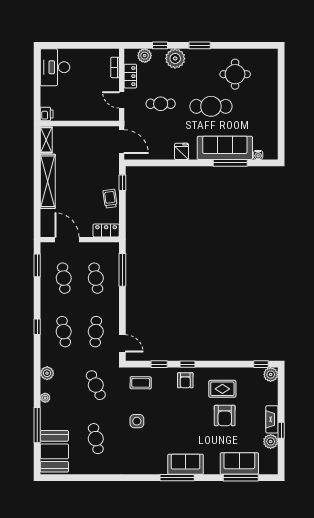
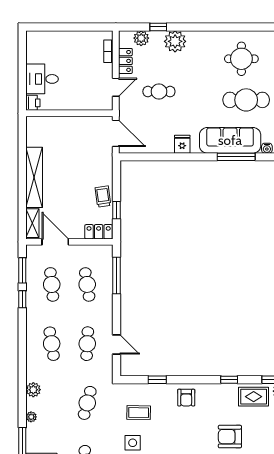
window: (200, 45) -> (202, 27), removed
desk: (55, 67) -> (42, 79), moved, width x0.73
door: (122, 100) -> (116, 87), swing flipped
cafe table: (211, 106) -> (246, 100), moved
shelving: (46, 140) -> (32, 223), moved
window: (122, 183) -> (117, 210), moved
window: (37, 327) -> (22, 299), moved
door: (122, 343) -> (117, 345), moved
window: (187, 364) -> (229, 380), moved
coffee table: (141, 383) -> (139, 413), moved
cafe table: (96, 385) -> (87, 403), turned 39
rug: (222, 389) -> (254, 397), moved
armchair: (225, 416) -> (230, 437), turned 90

